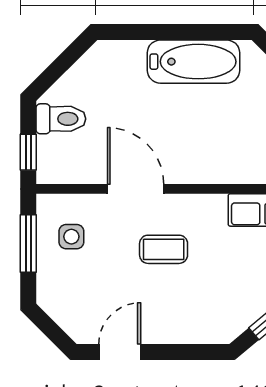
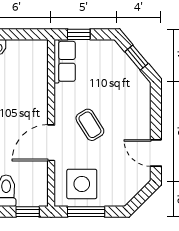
side table: (71, 237) -> (82, 184), width x1.87, depth x1.87
coffee table: (164, 249) -> (90, 125), turned -32

